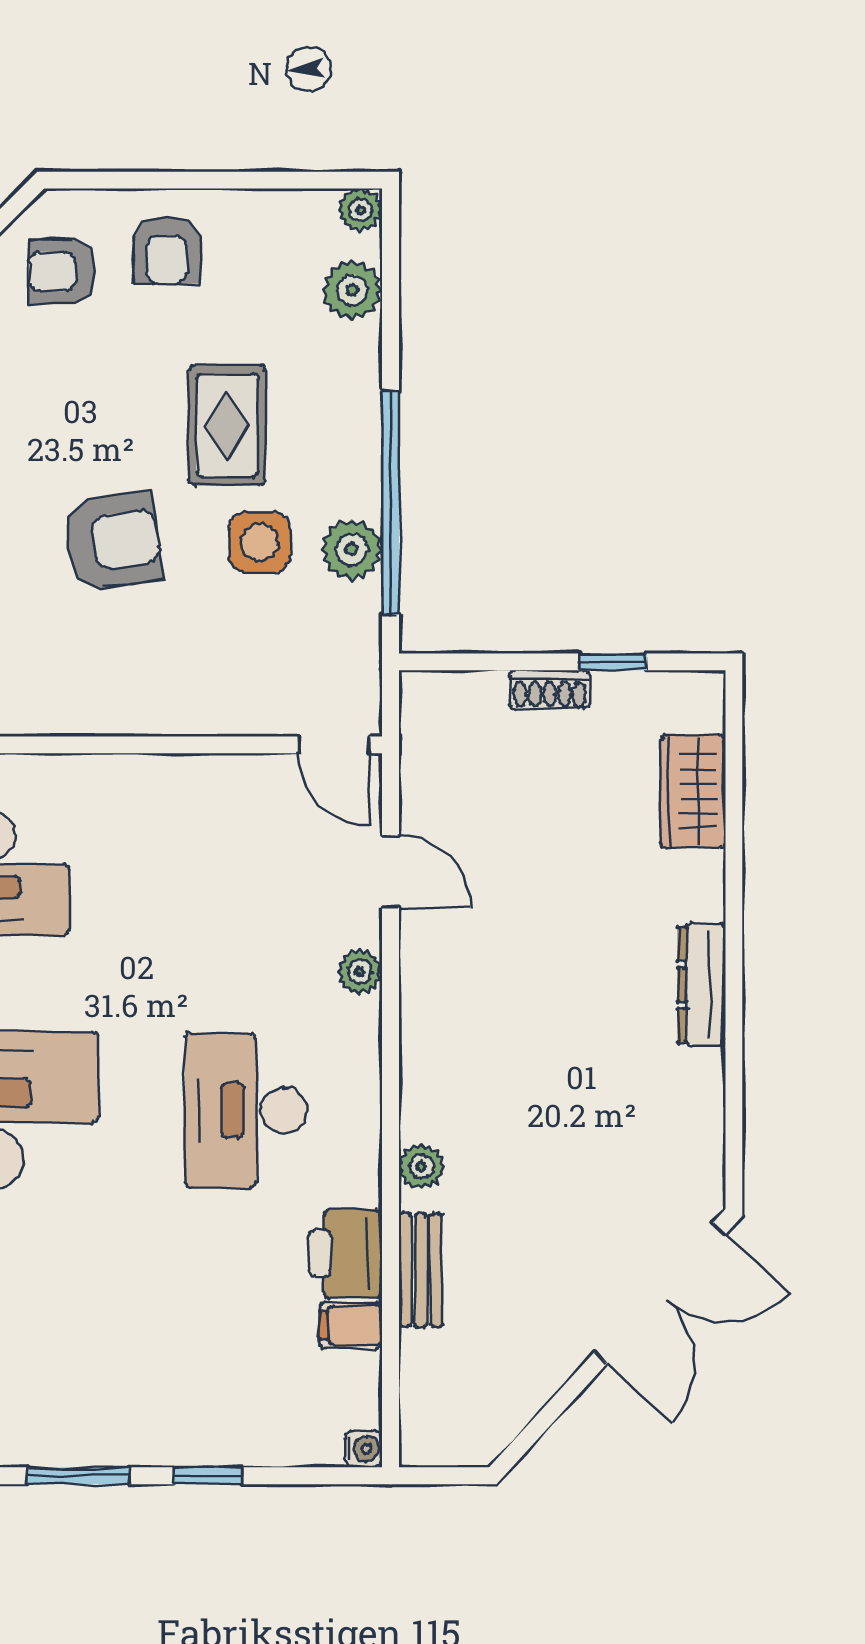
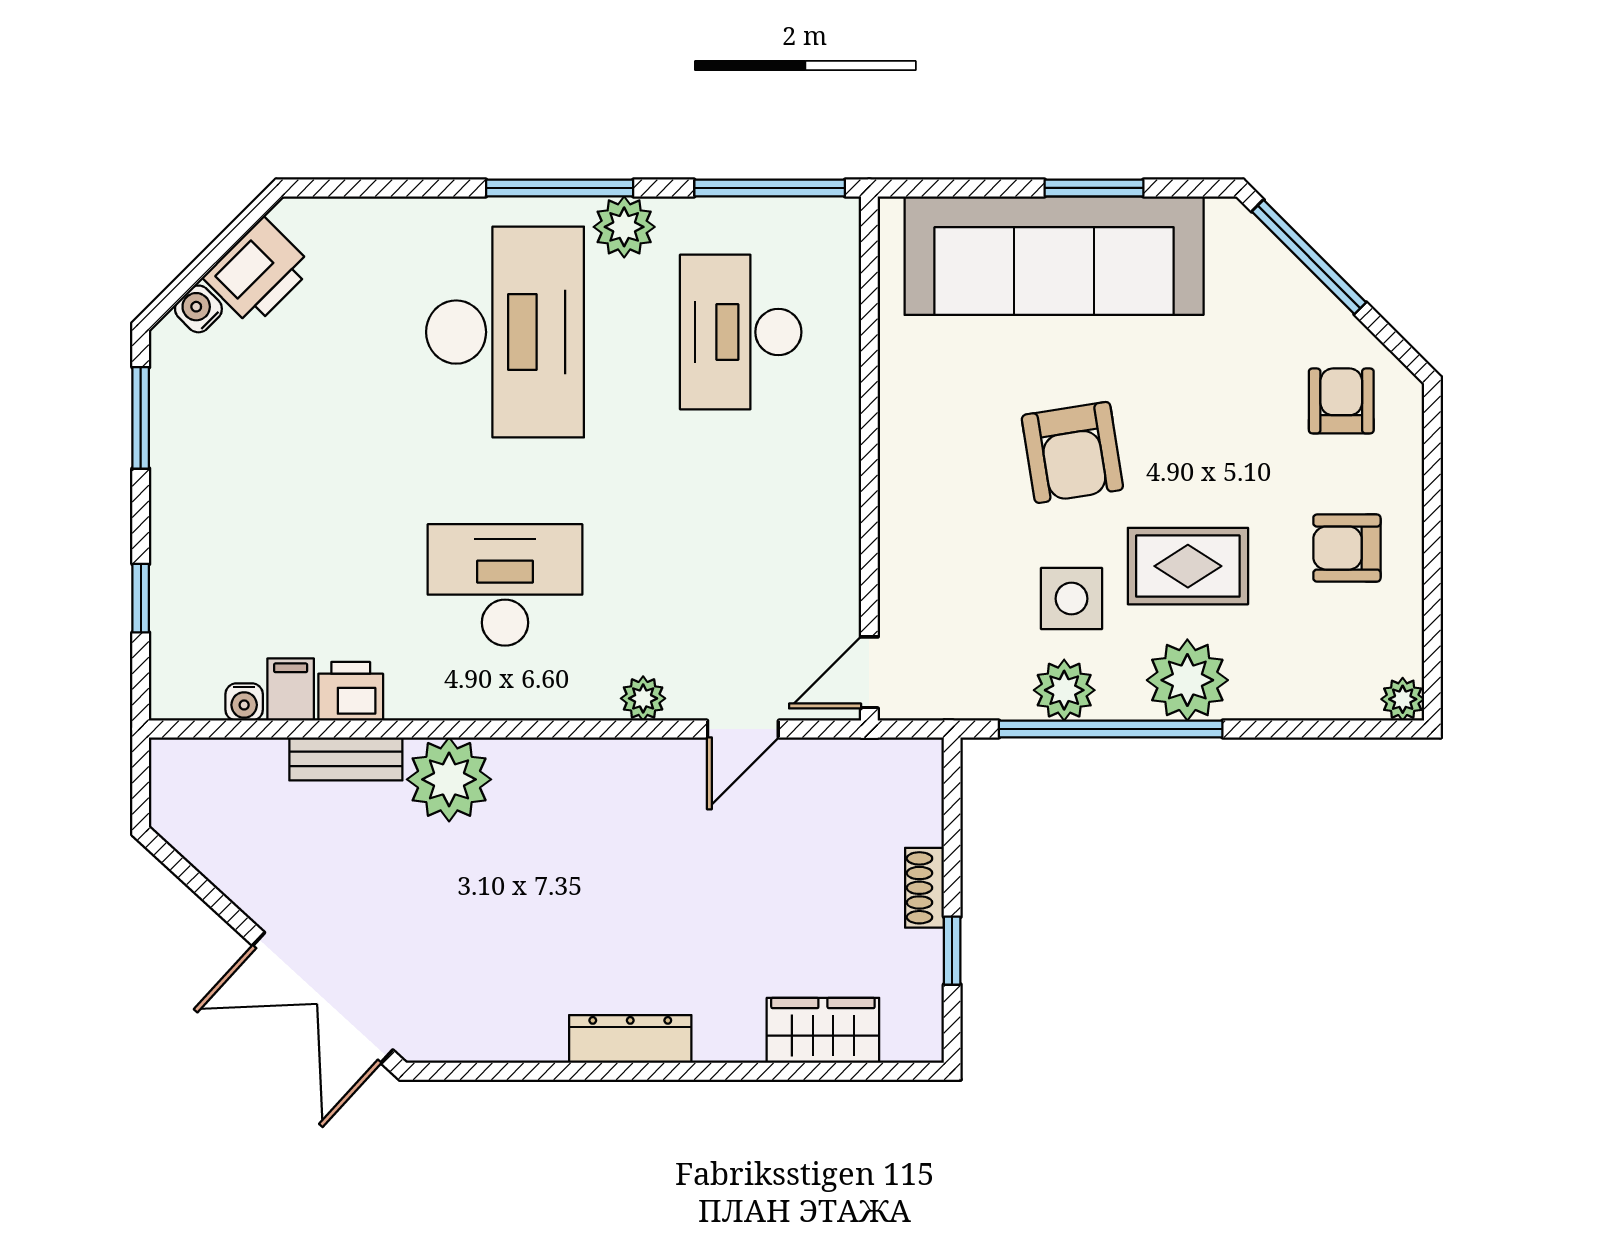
armchair: (167, 250) -> (1347, 548), moved
plant: (352, 290) -> (1187, 680), moved, width x1.36, depth x1.36
plant: (421, 1167) -> (449, 779), width x1.88, depth x1.88
printer: (346, 1253) -> (351, 691), width x0.73, depth x0.81
water cooler: (363, 1449) -> (244, 702), moved
window: (207, 1476) -> (141, 598), moved

